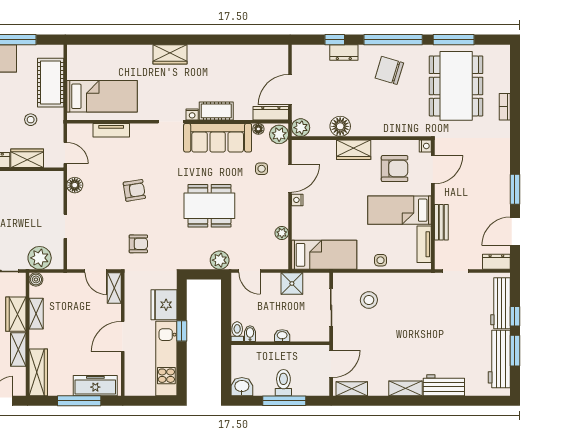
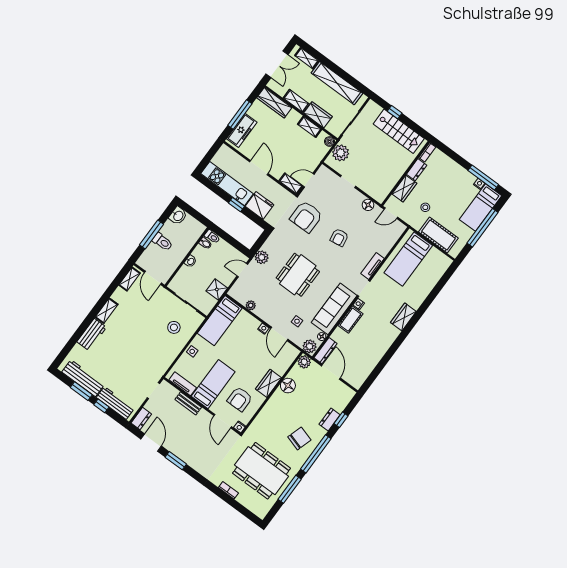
tv unit: (111, 130) -> (373, 266), moved
armchair: (138, 244) -> (306, 217), width x1.88, depth x1.88

